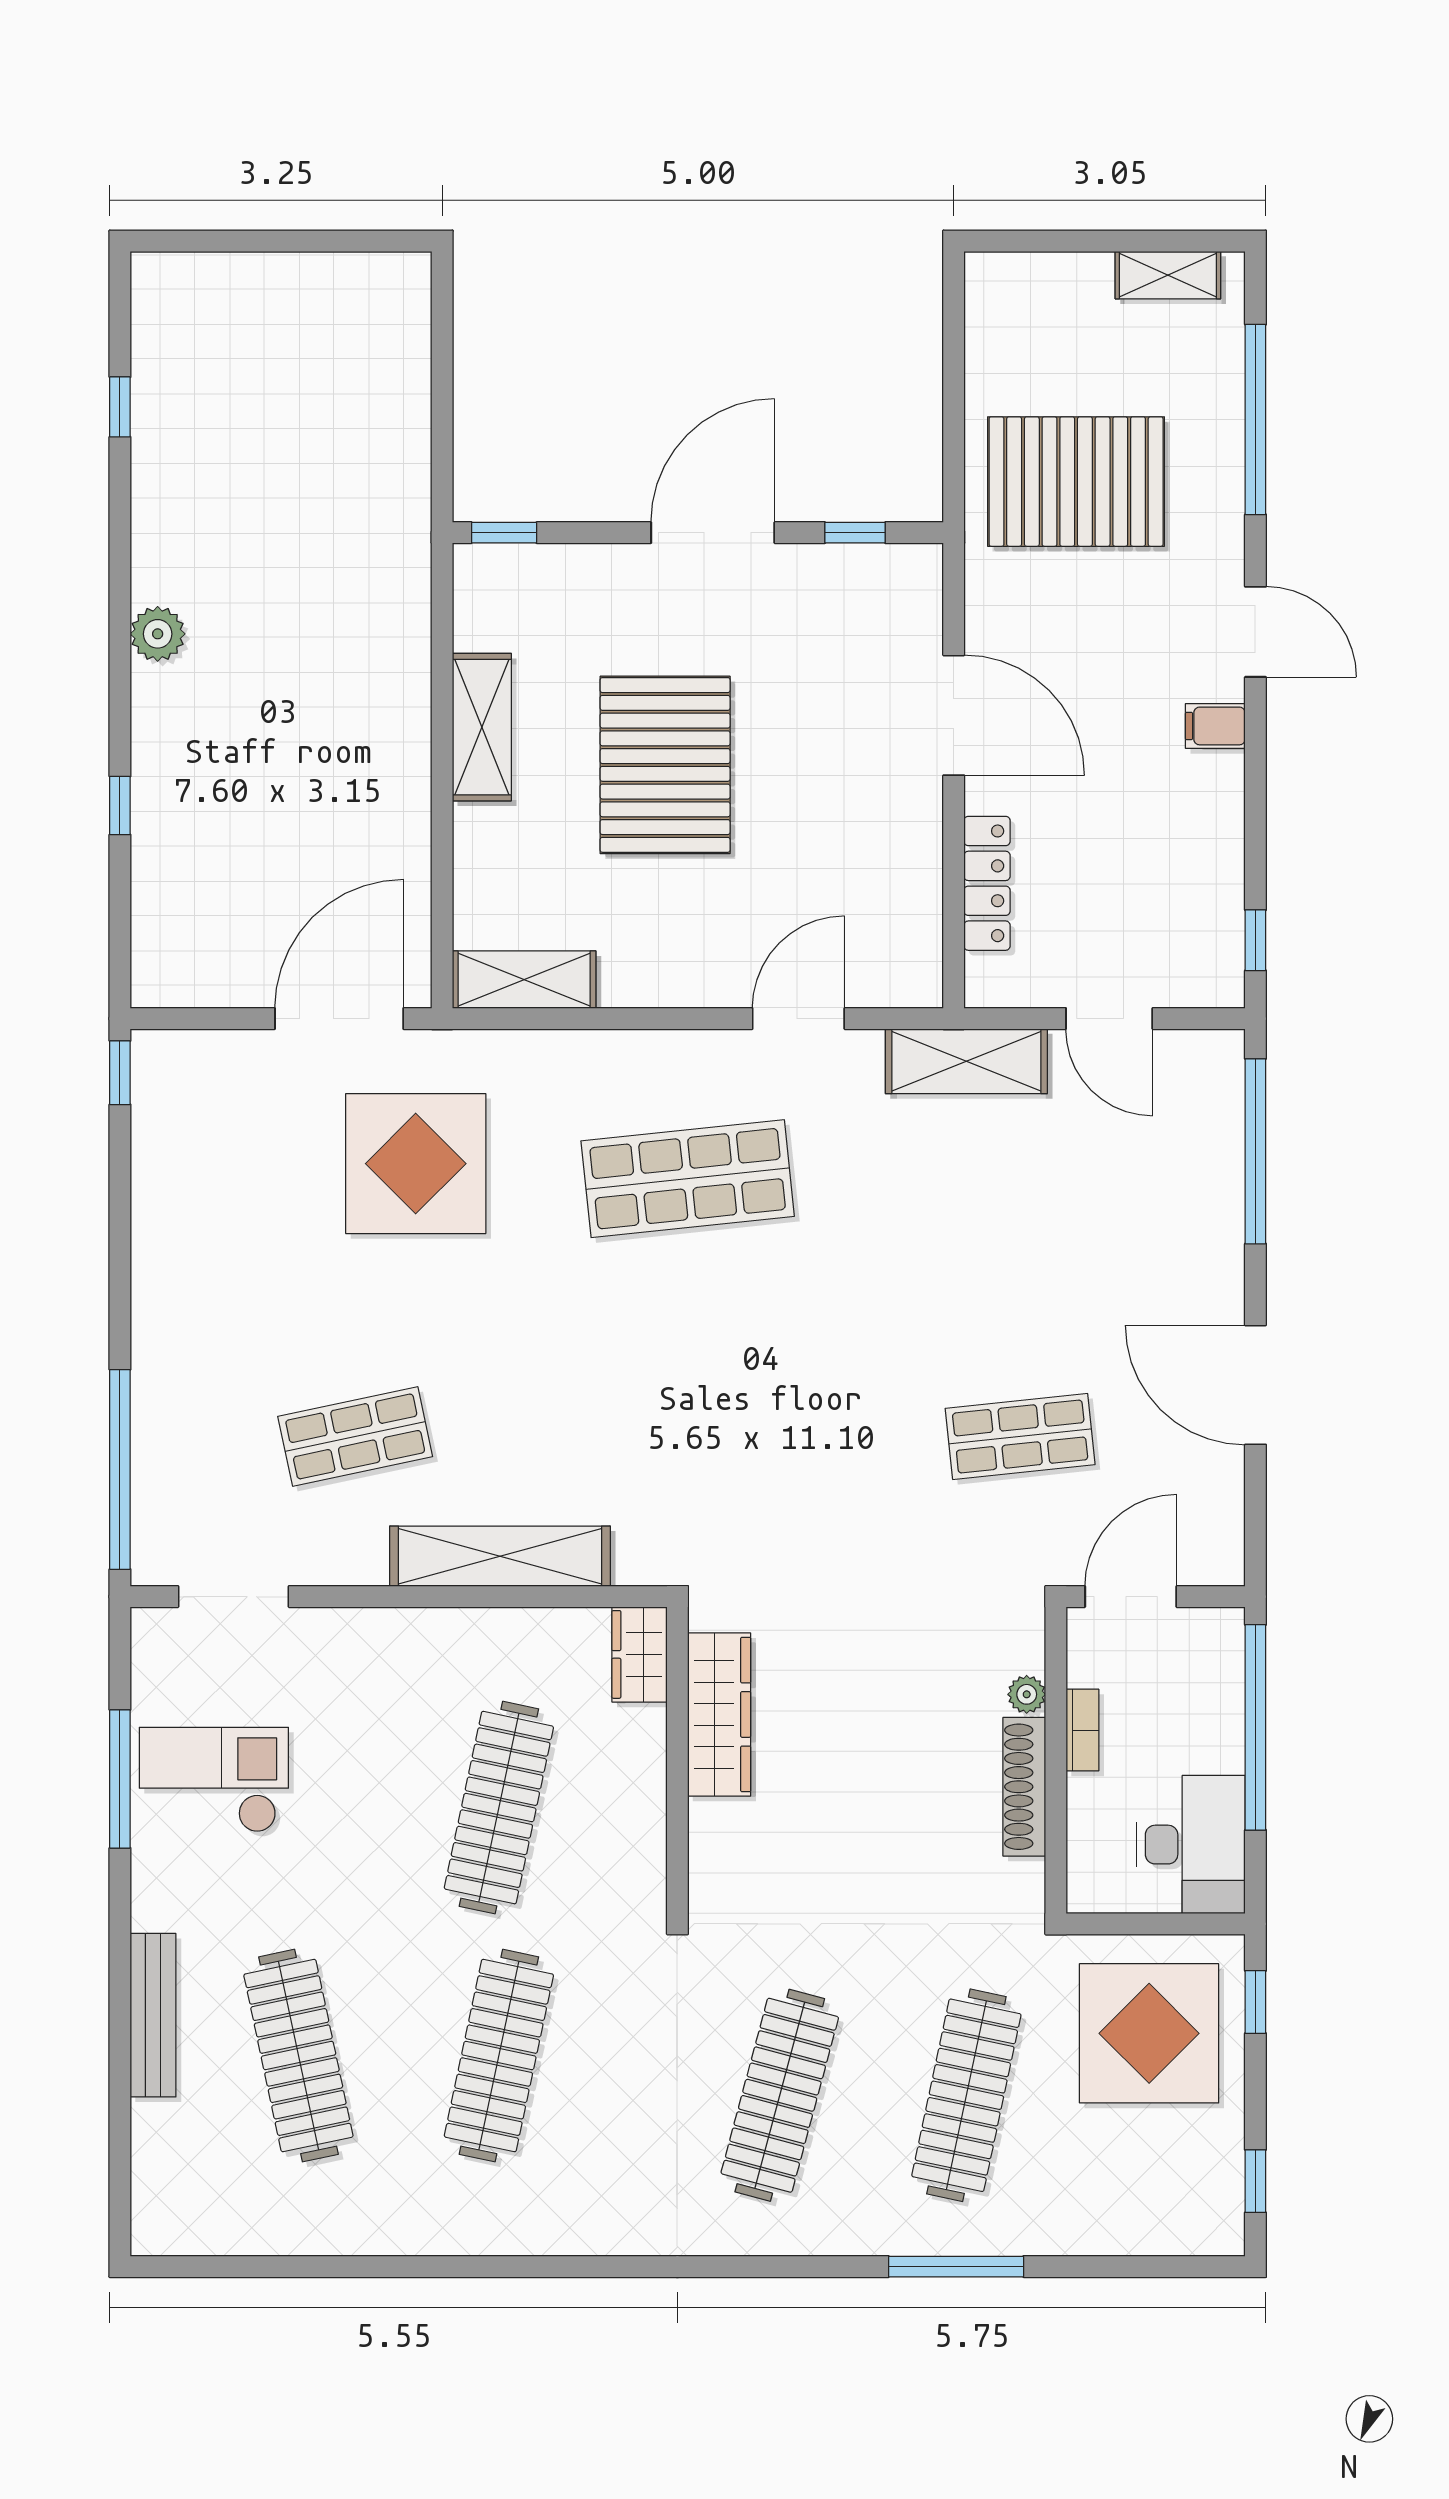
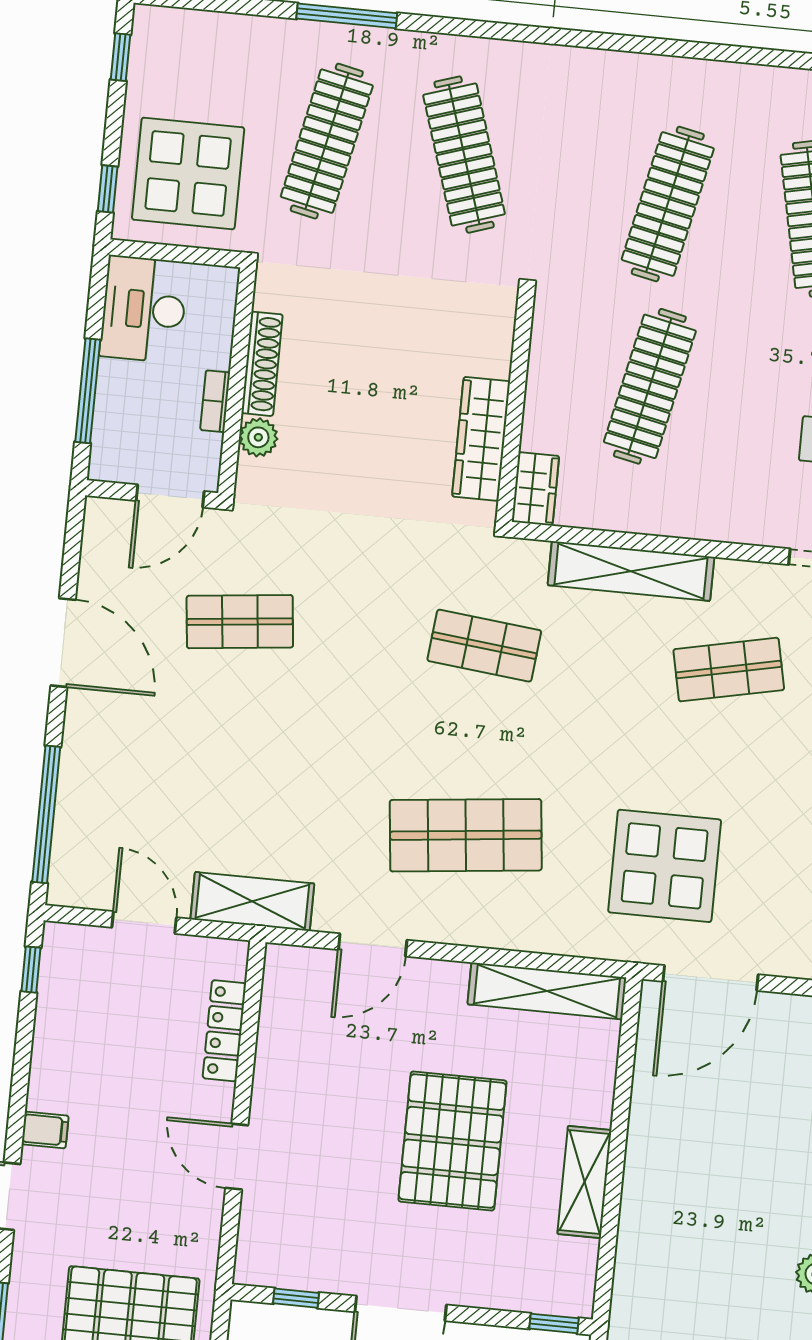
door: (954, 715) -> (237, 1157), width x0.73
shelving: (524, 980) -> (547, 991), width x1.47
shop shelf: (688, 1436) -> (484, 646), added
plant: (1027, 1694) -> (258, 437), width x1.38, depth x1.38
window: (1255, 1727) -> (88, 391), width x0.68
clothes rail: (780, 2095) -> (464, 155), turned -33

